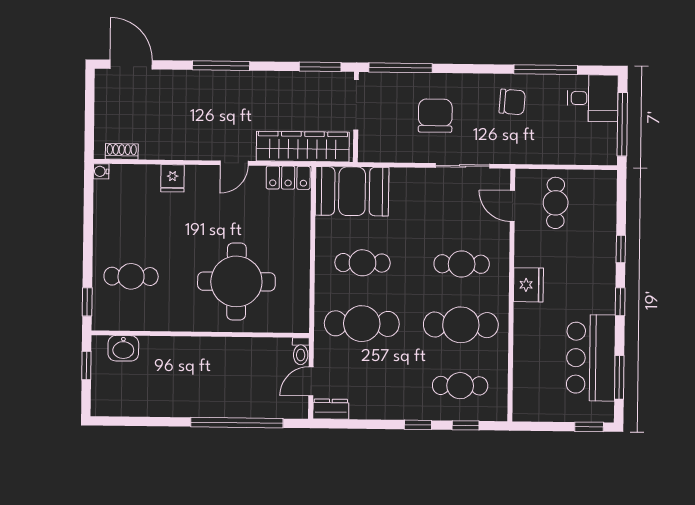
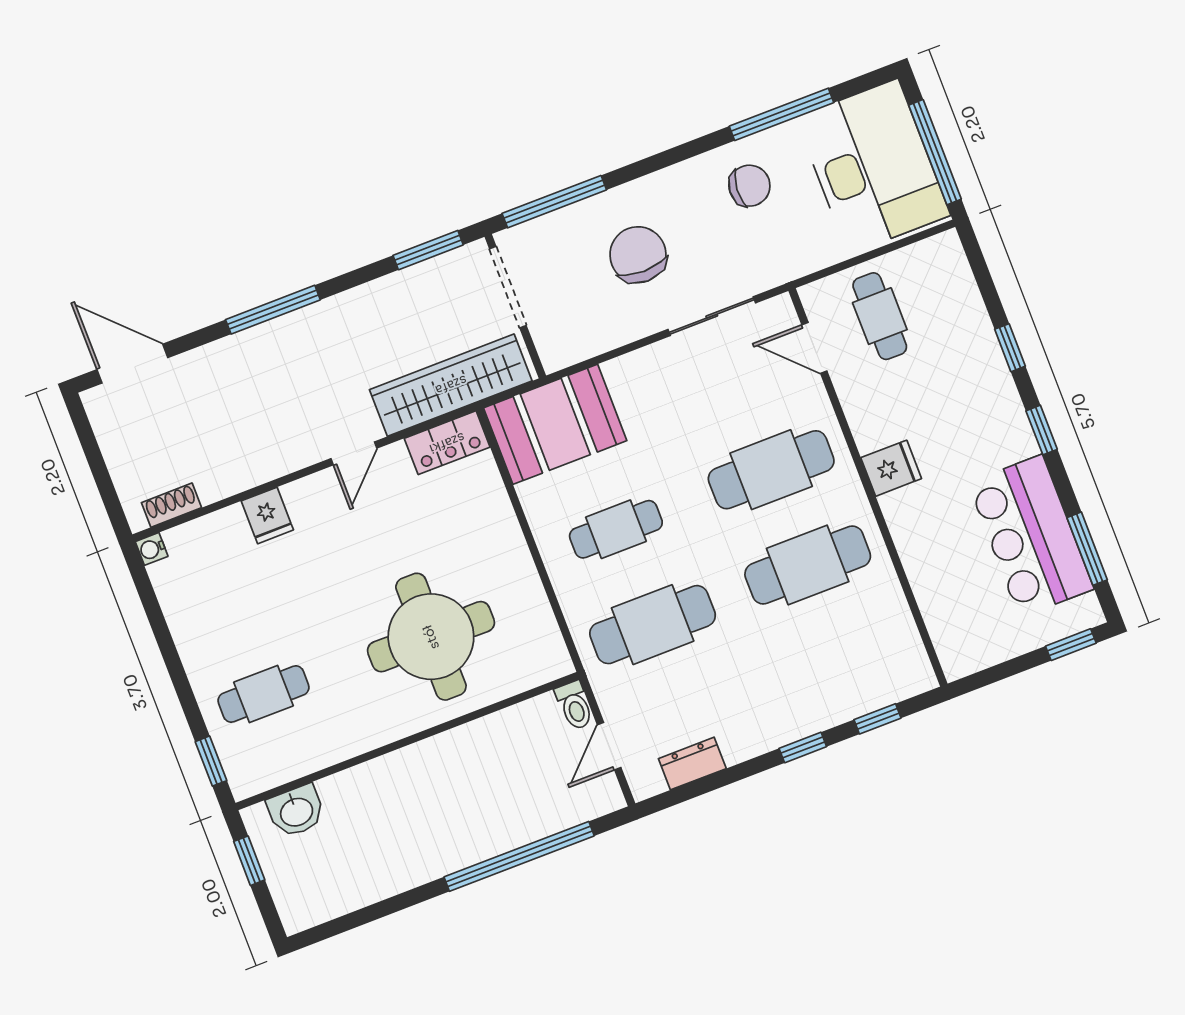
desk: (593, 98) -> (873, 166), width x1.87, depth x1.30
cafe table: (462, 264) -> (771, 470), width x1.37, depth x1.35
fridge: (528, 285) -> (891, 468), width x0.72
cafe table: (460, 386) -> (844, 660), removed
dresser: (331, 409) -> (692, 764), moved

